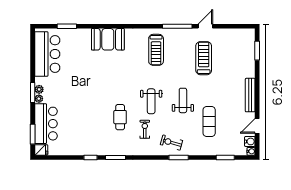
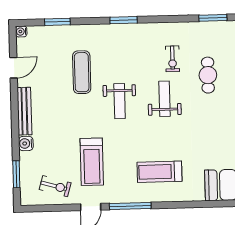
treadmill: (156, 50) -> (159, 172), turned -90
water cooler: (250, 141) -> (26, 143), moved
exercise bike: (171, 143) -> (55, 186), moved

